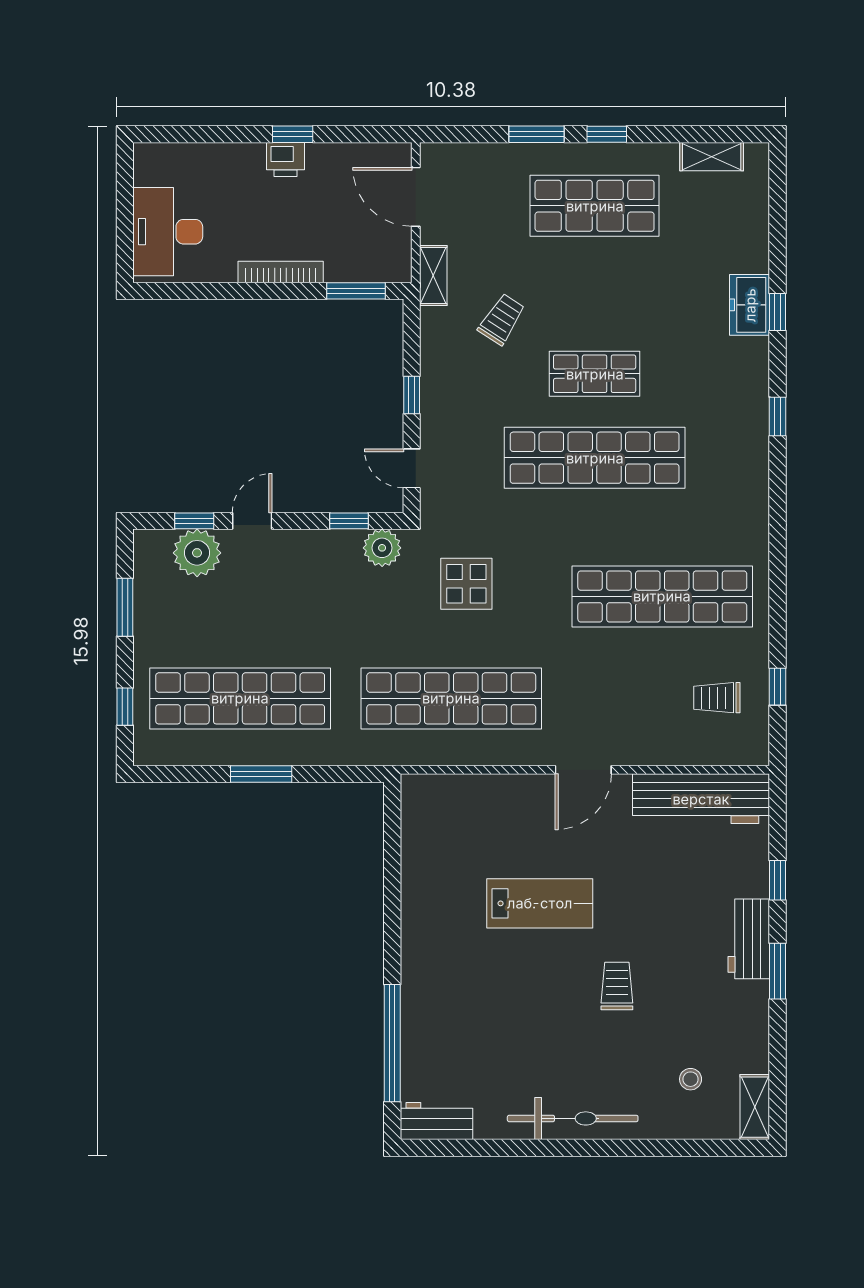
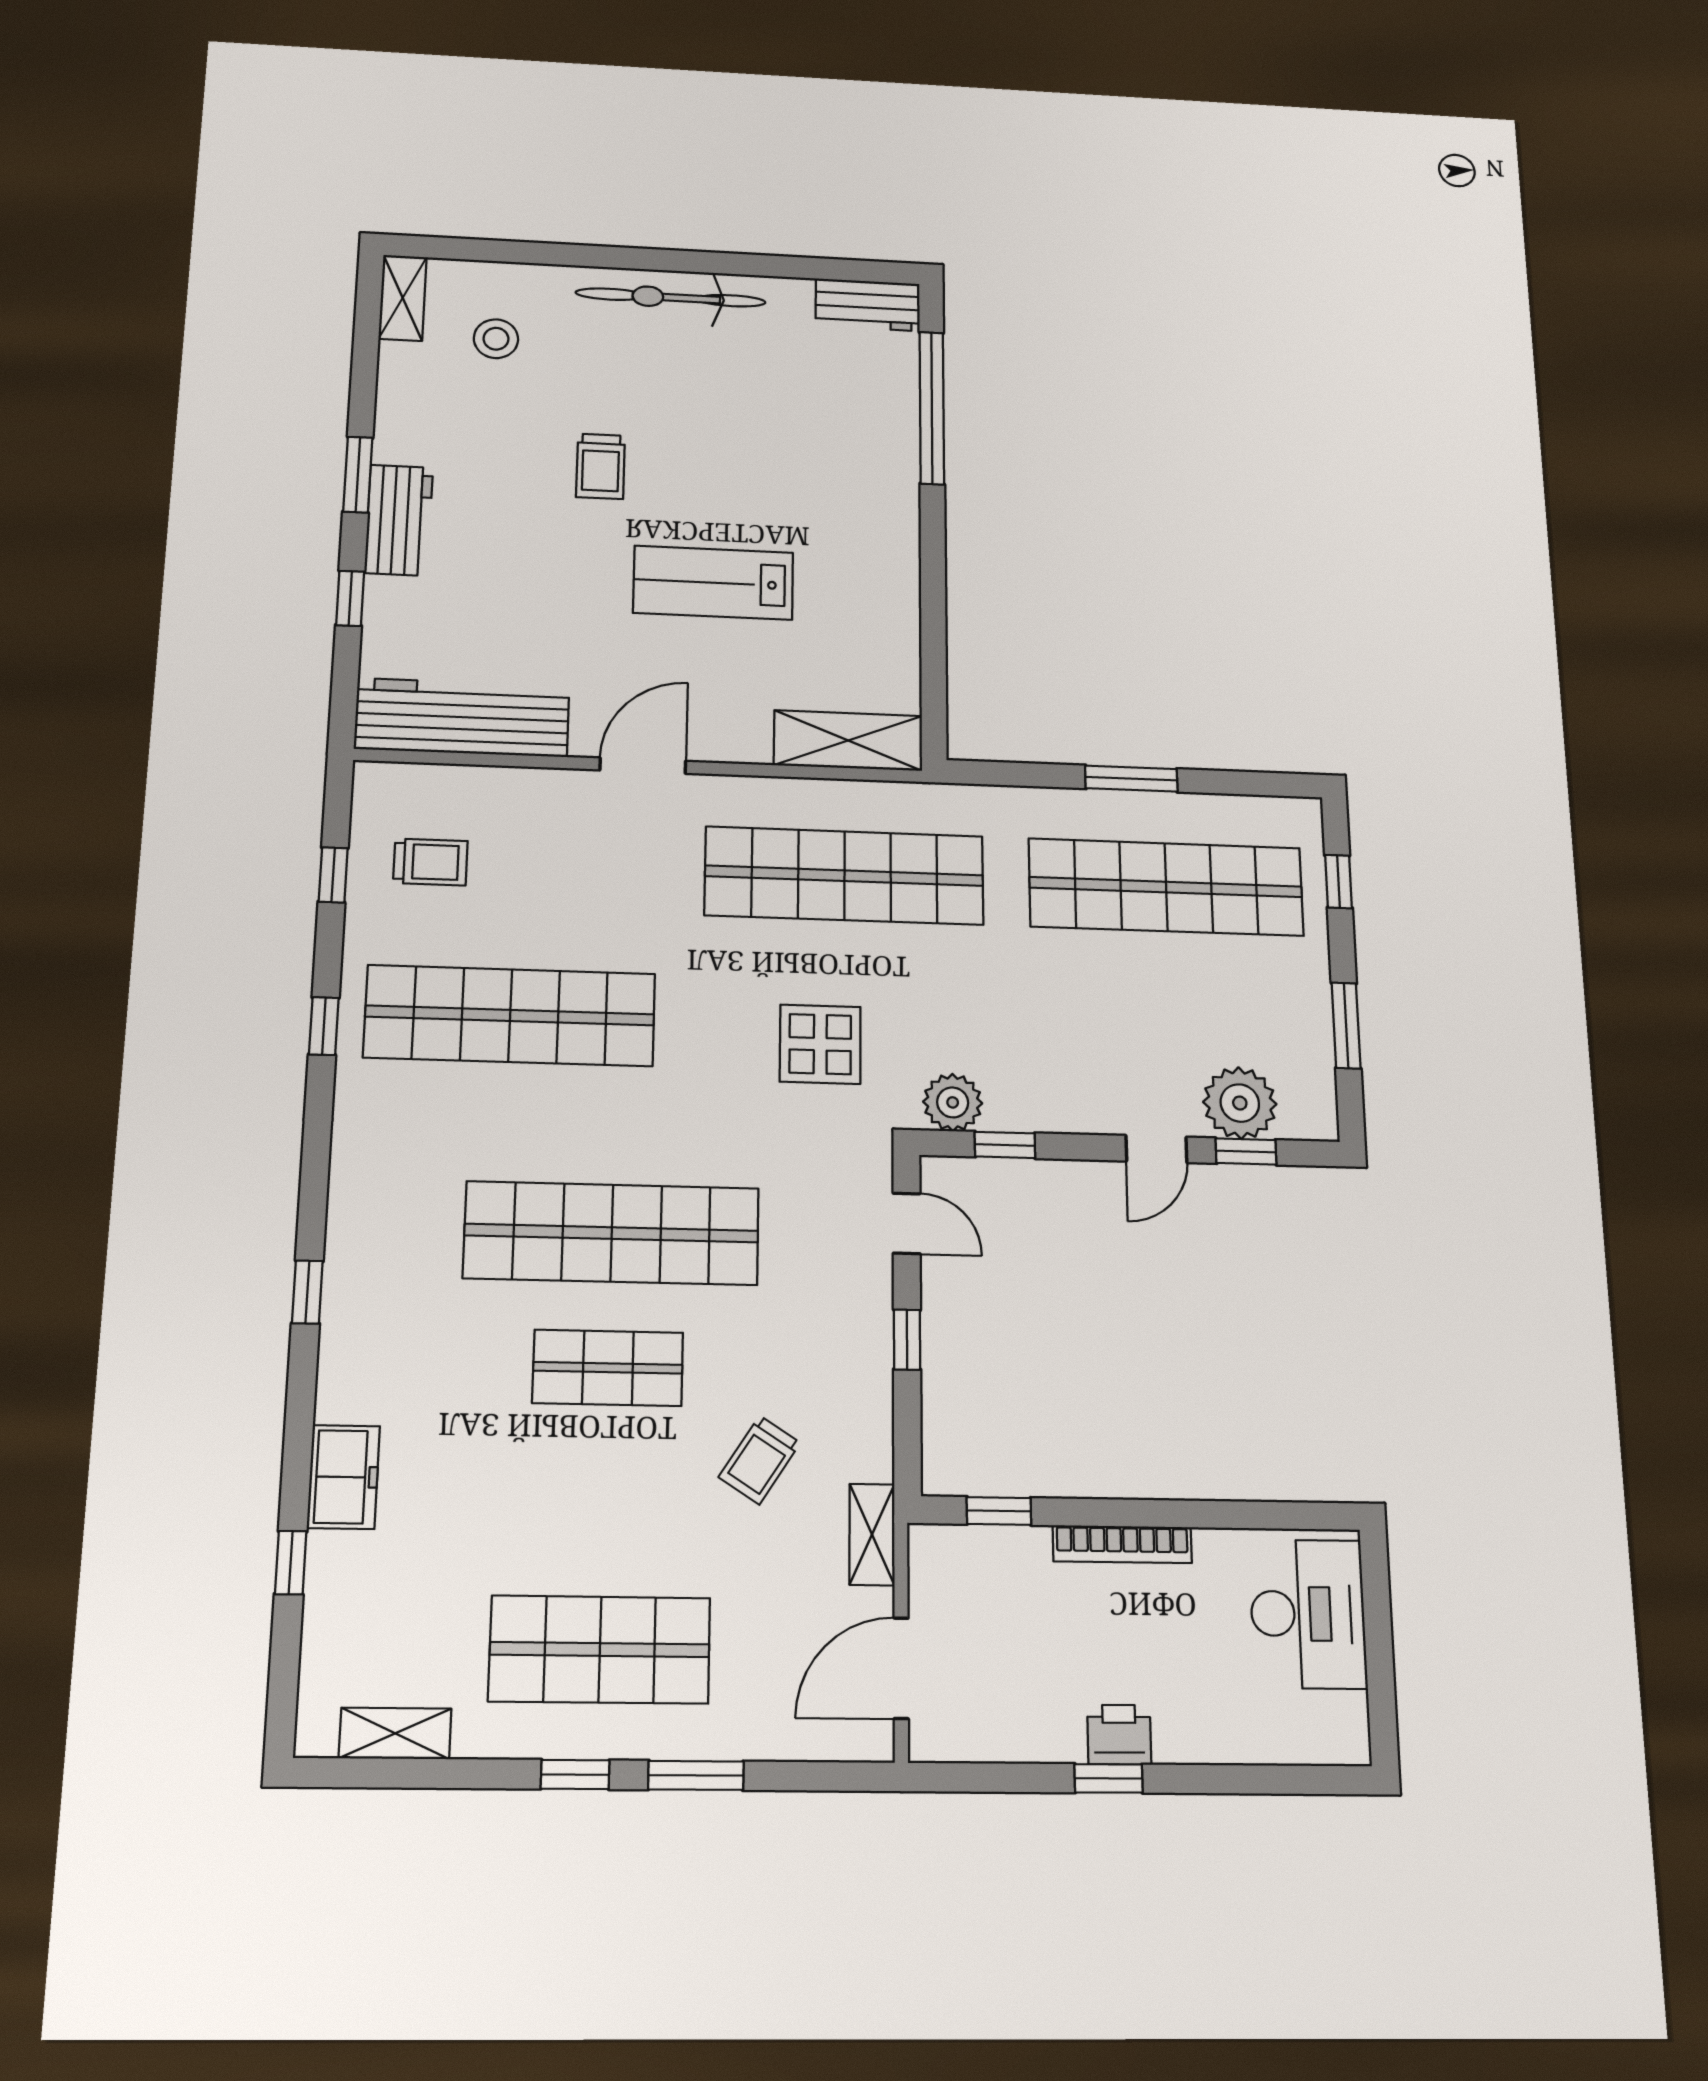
door: (416, 197) -> (901, 1668), swing flipped
window: (356, 291) -> (999, 1511), width x0.67
window: (778, 312) -> (291, 1563), moved
window: (778, 586) -> (324, 1026), added
shelving: (449, 793) -> (848, 741), added
stool: (691, 1079) -> (496, 339), width x1.37, depth x1.37

